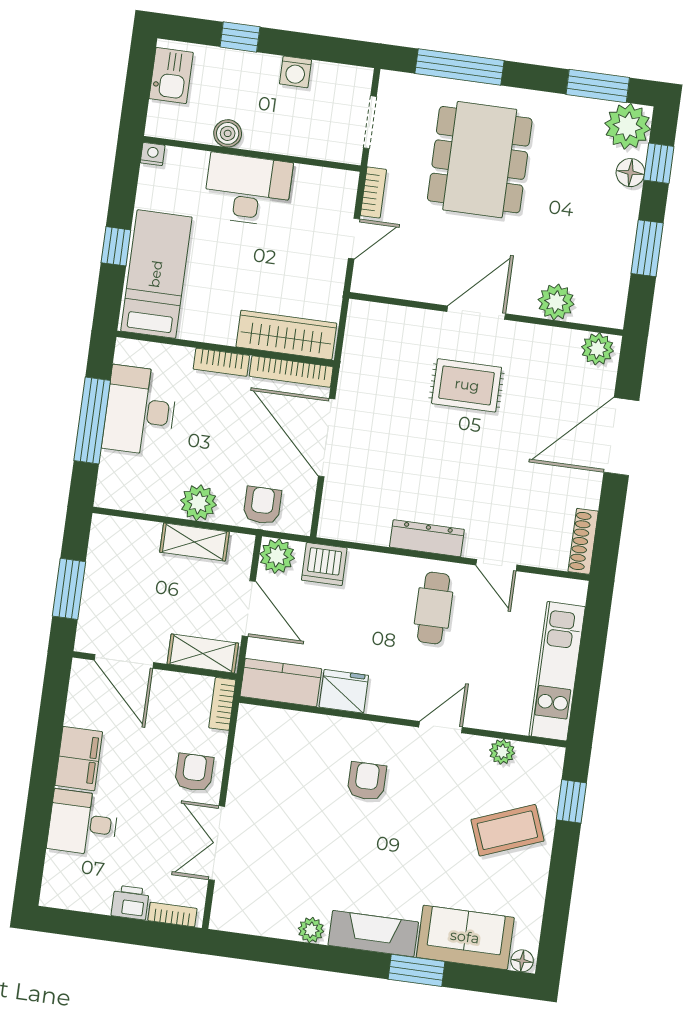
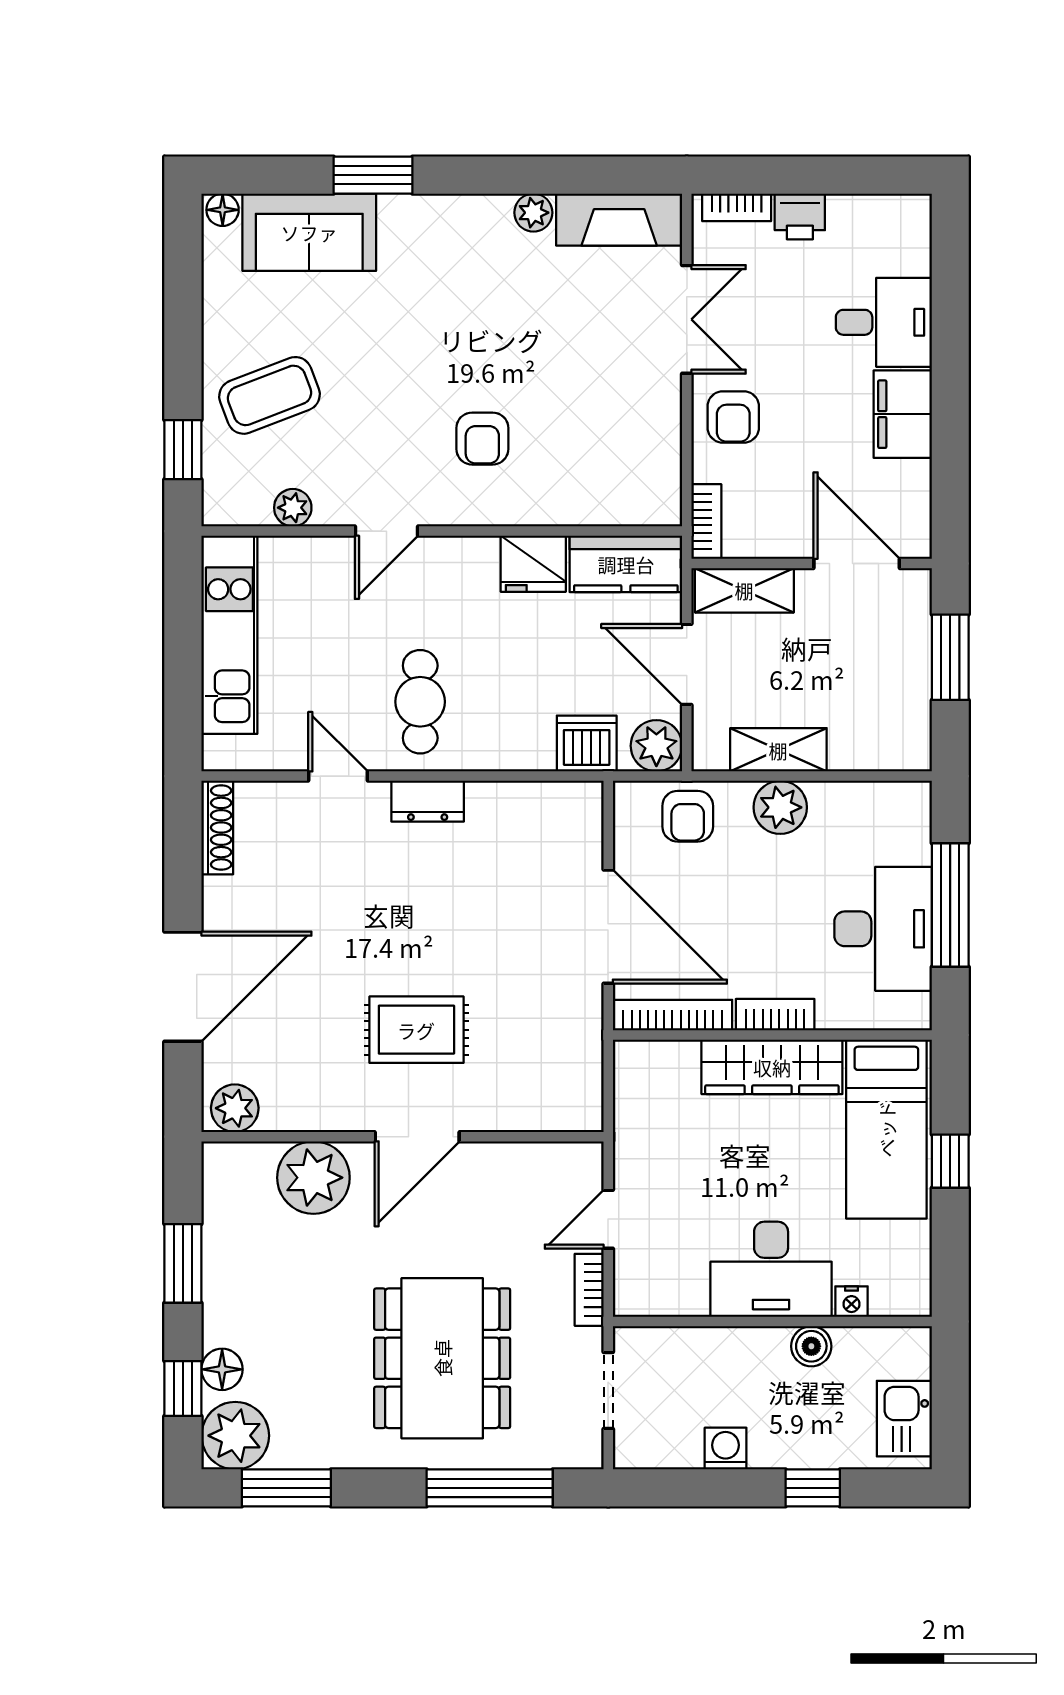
nightstand: (153, 154) -> (851, 1302), moved
plant: (556, 302) -> (313, 1178), width x1.36, depth x1.36
wardrobe: (286, 335) -> (772, 1067), moved
dresser: (427, 538) -> (428, 801), width x0.70
fireplace: (373, 934) -> (619, 220), moved

